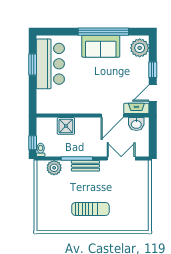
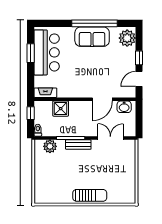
fireplace: (136, 108) -> (45, 93), moved
window: (33, 143) -> (31, 113), moved
sun lounger: (90, 209) -> (90, 195), moved

